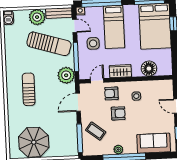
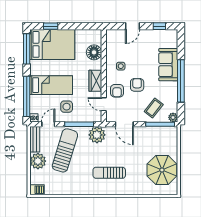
sofa: (154, 143) -> (168, 65), moved
plant: (118, 150) -> (173, 117), moved

